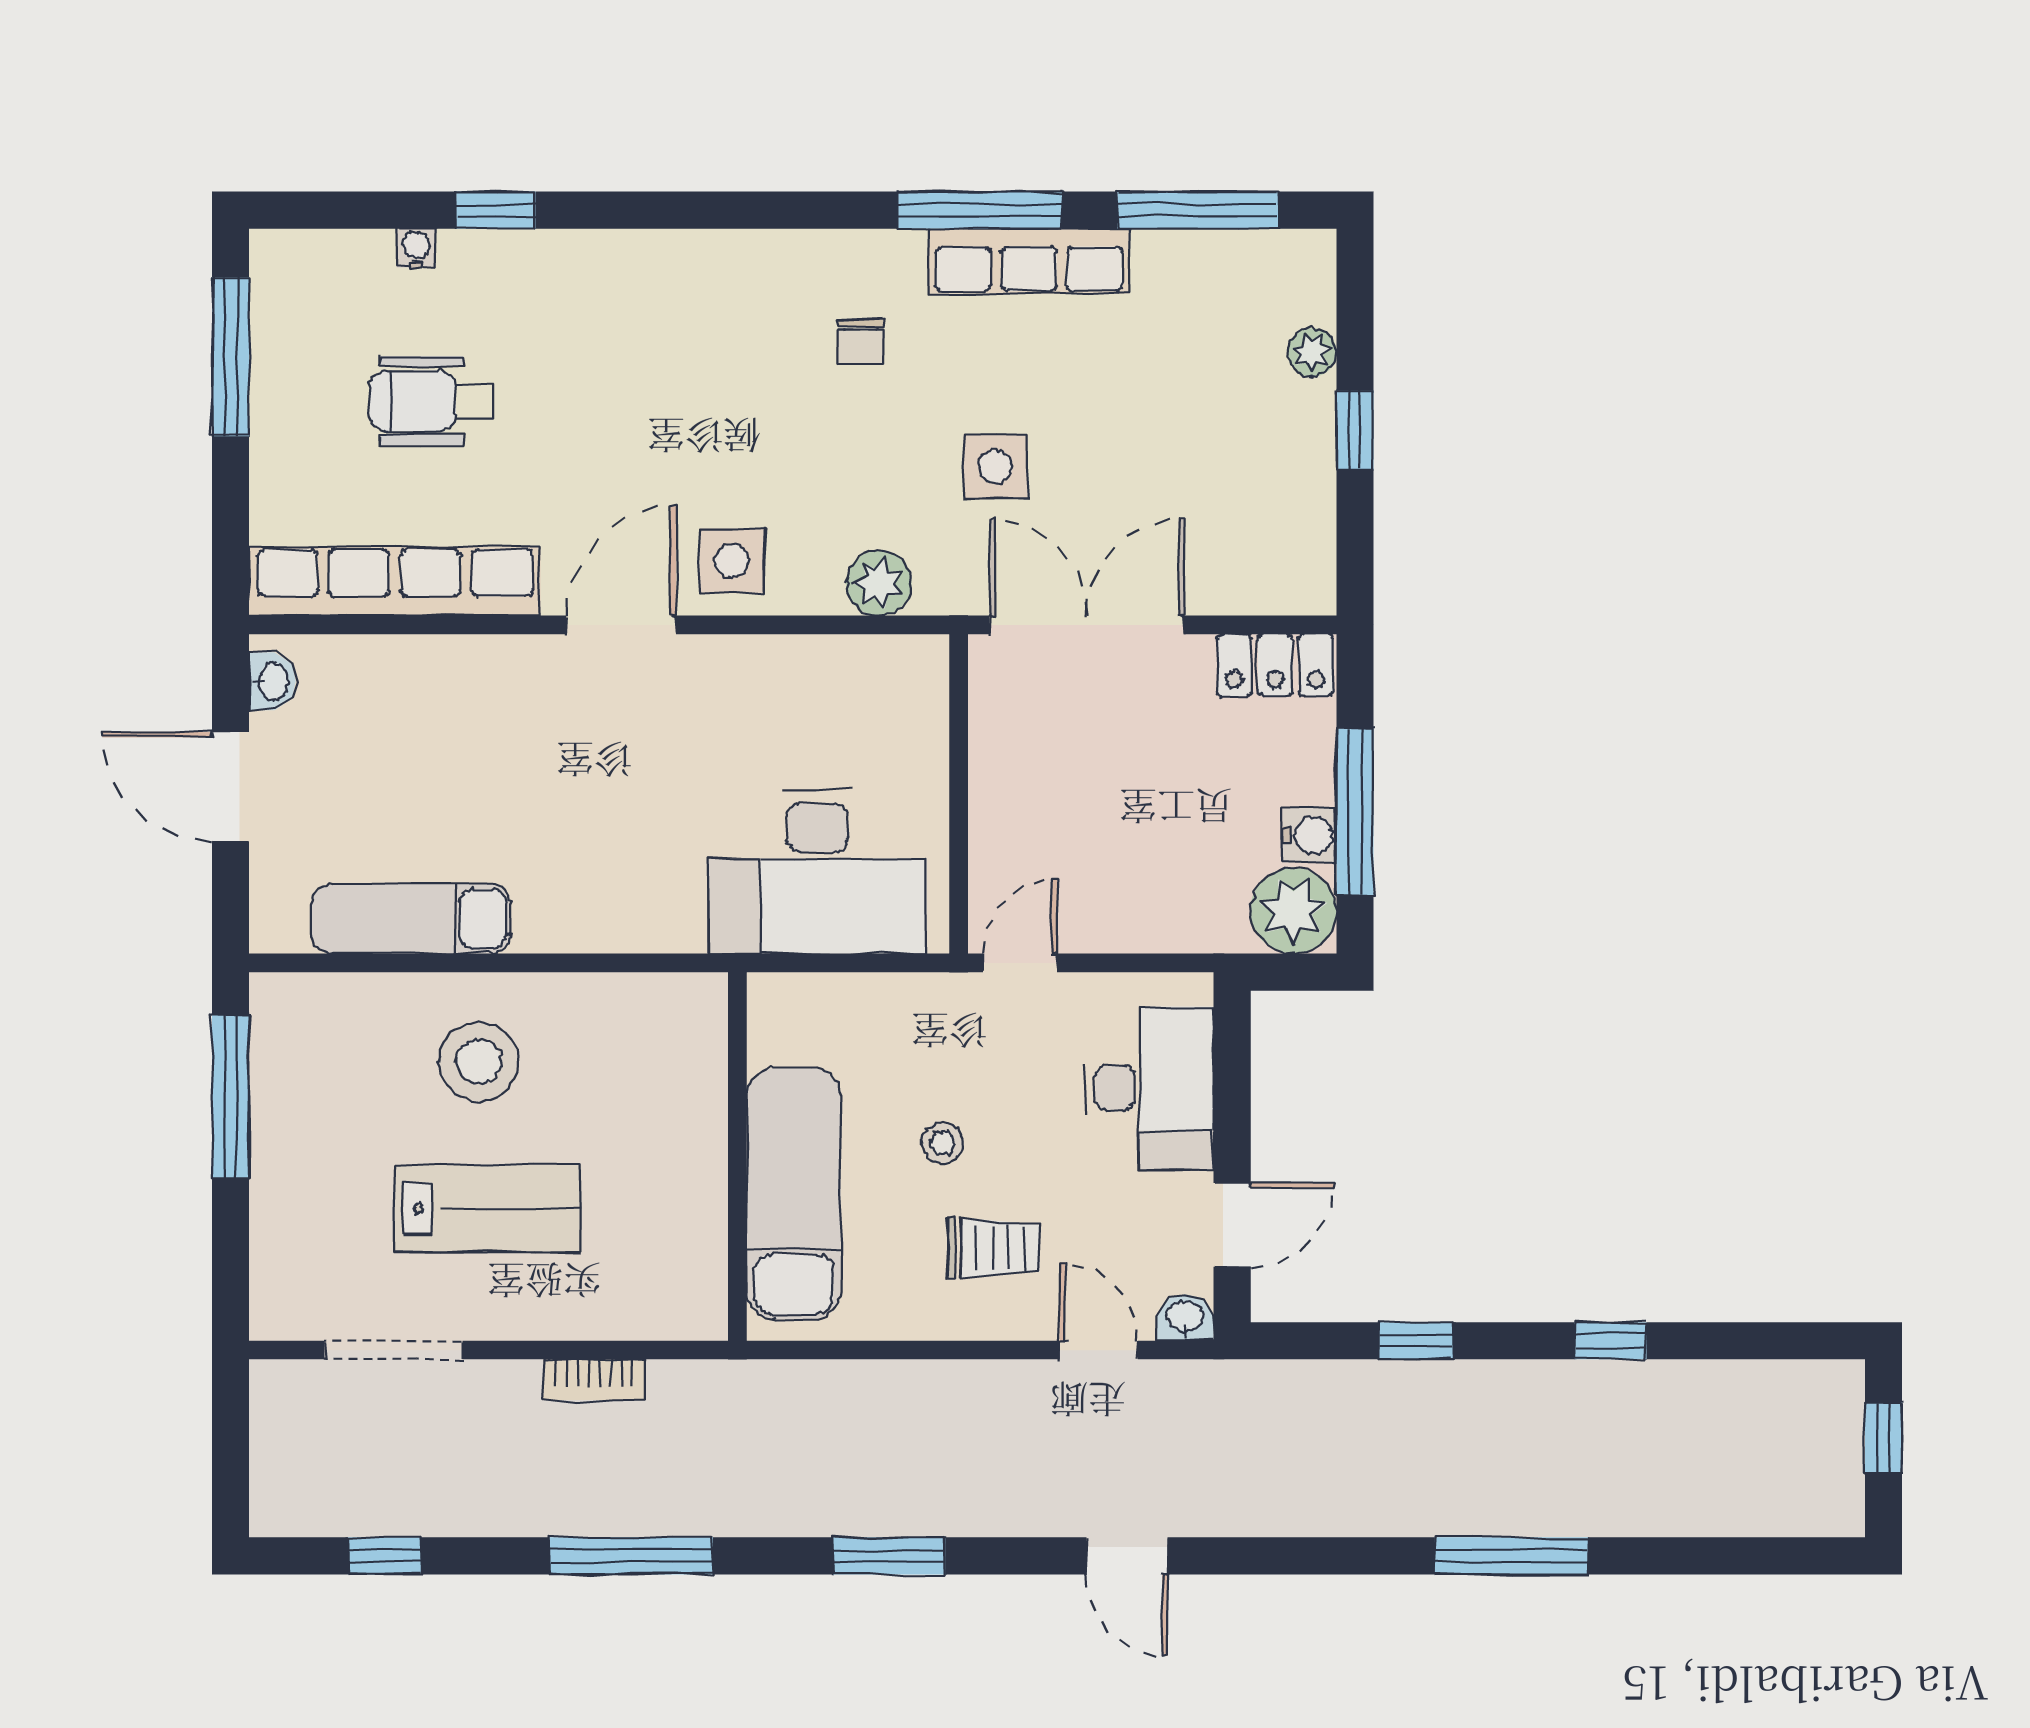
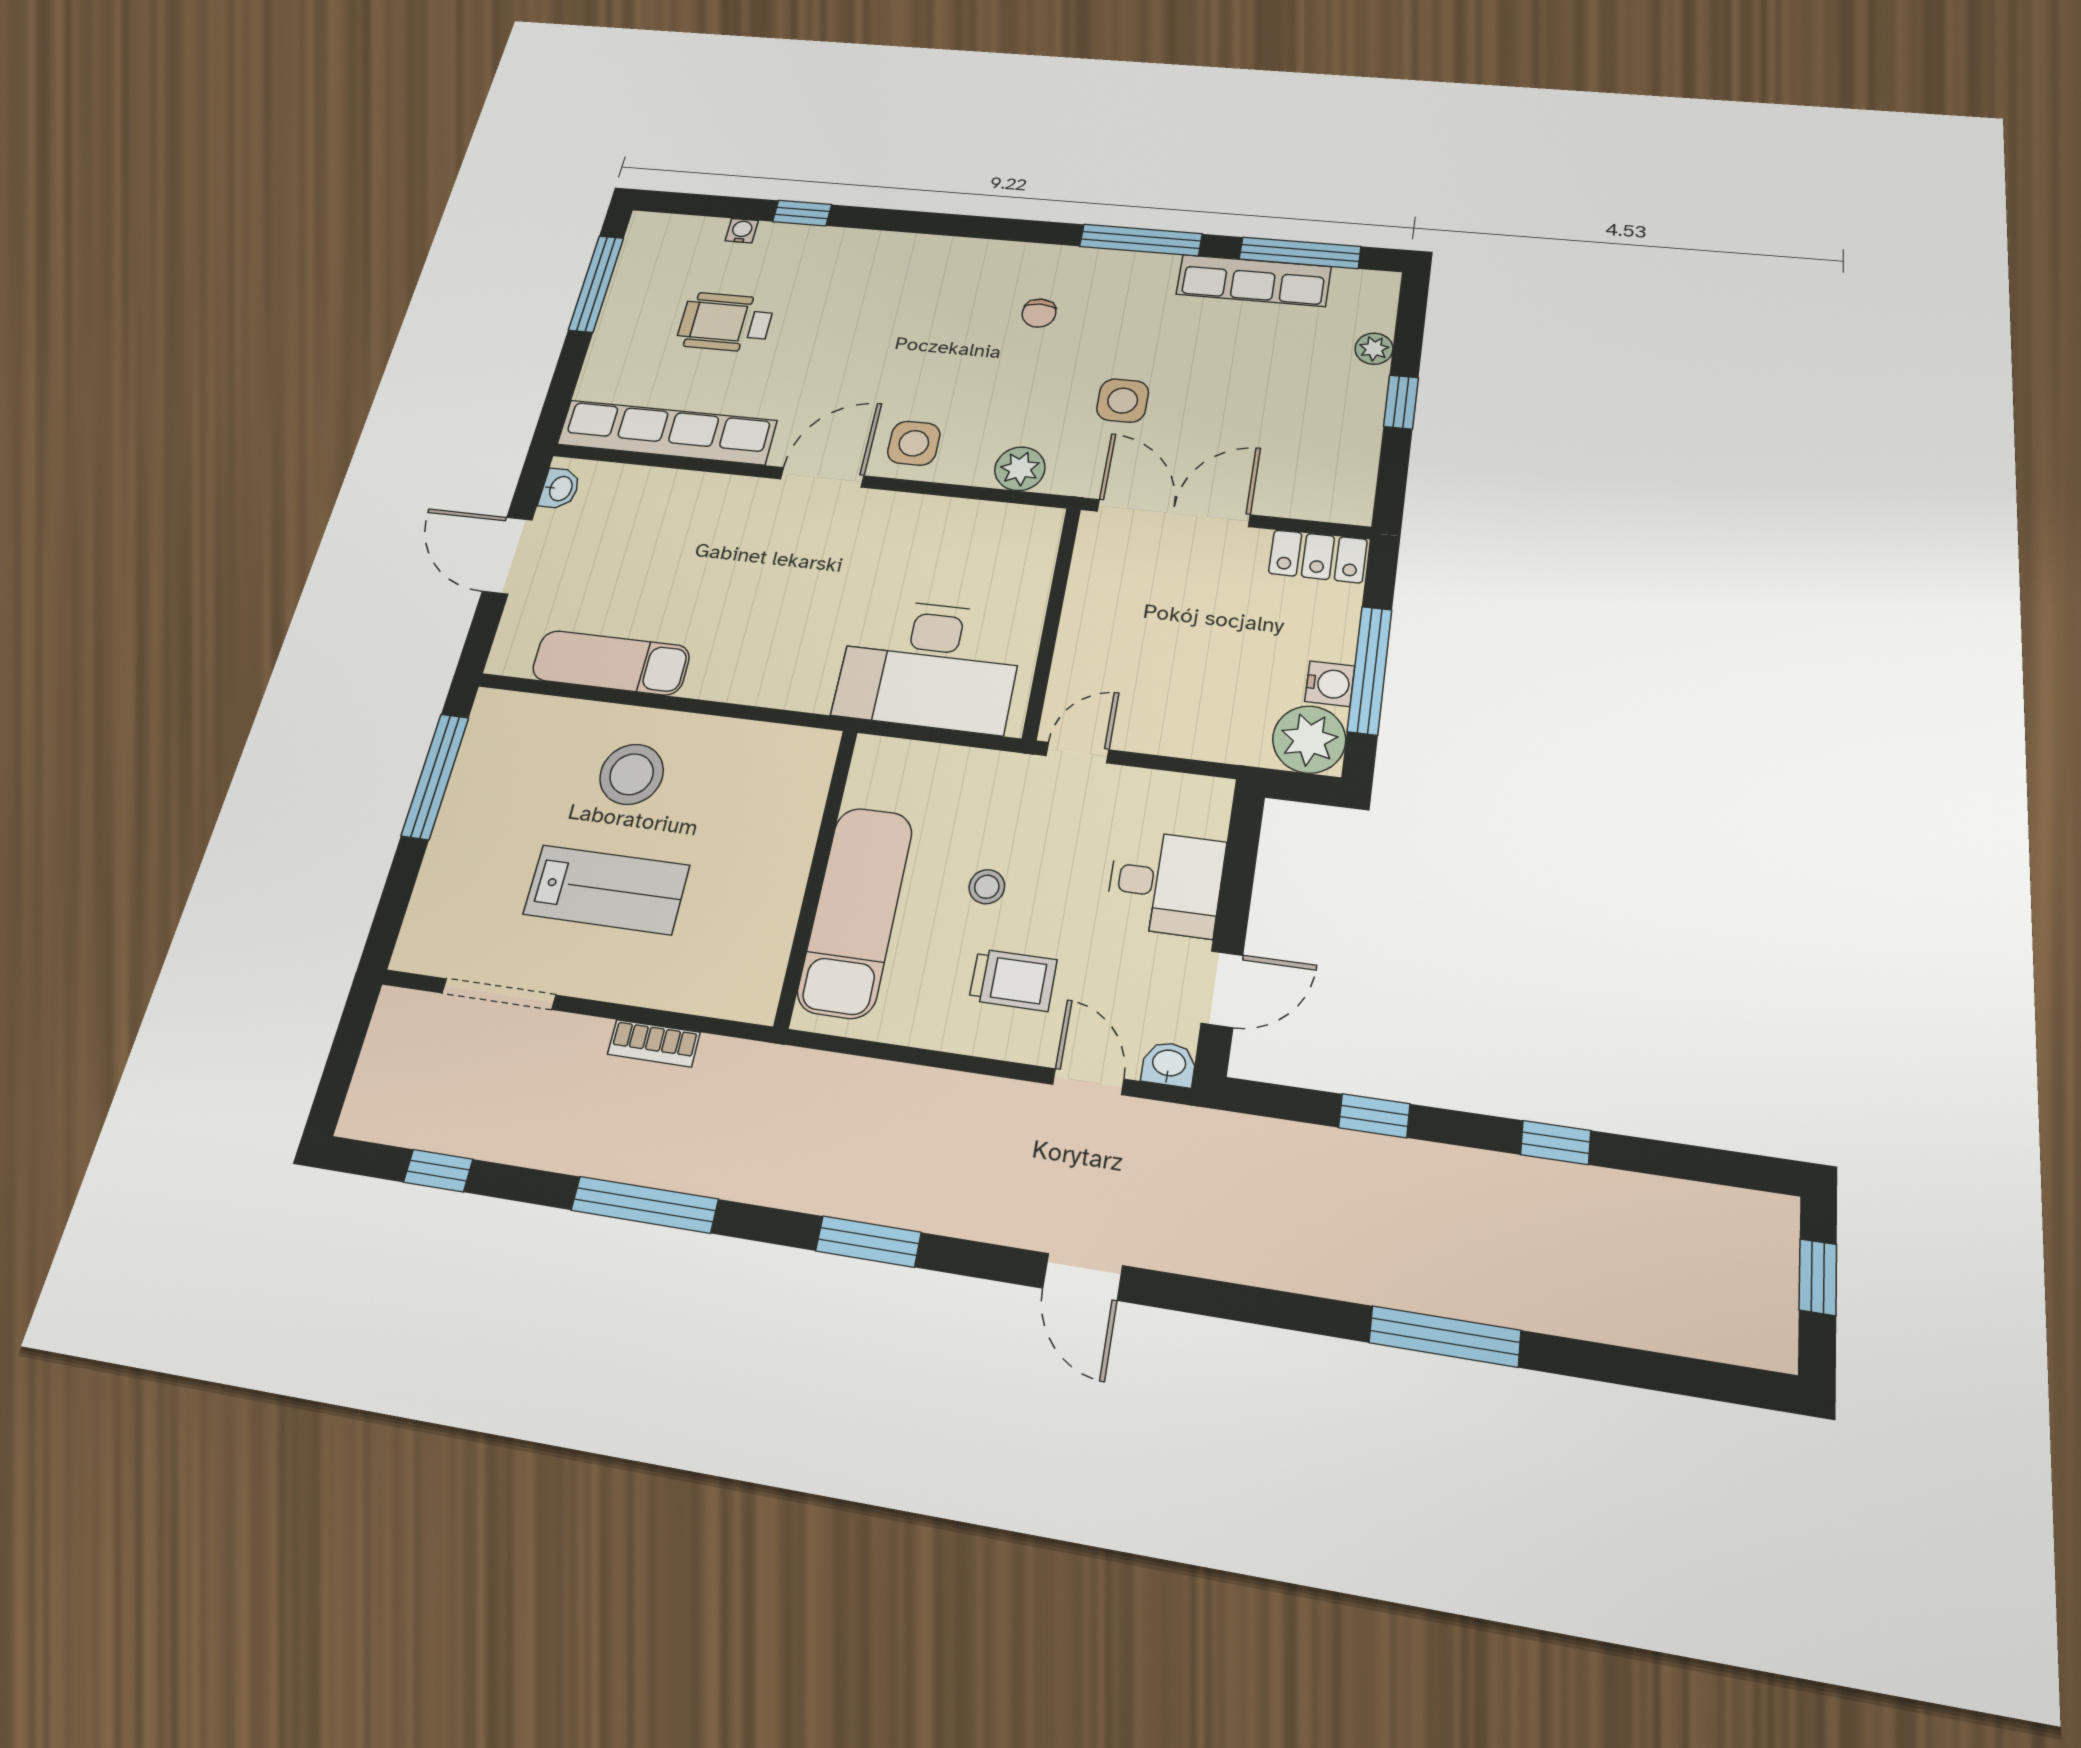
row of seats: (1029, 261) -> (1254, 280), moved
desk: (1150, 1088) -> (1165, 883), width x0.73

